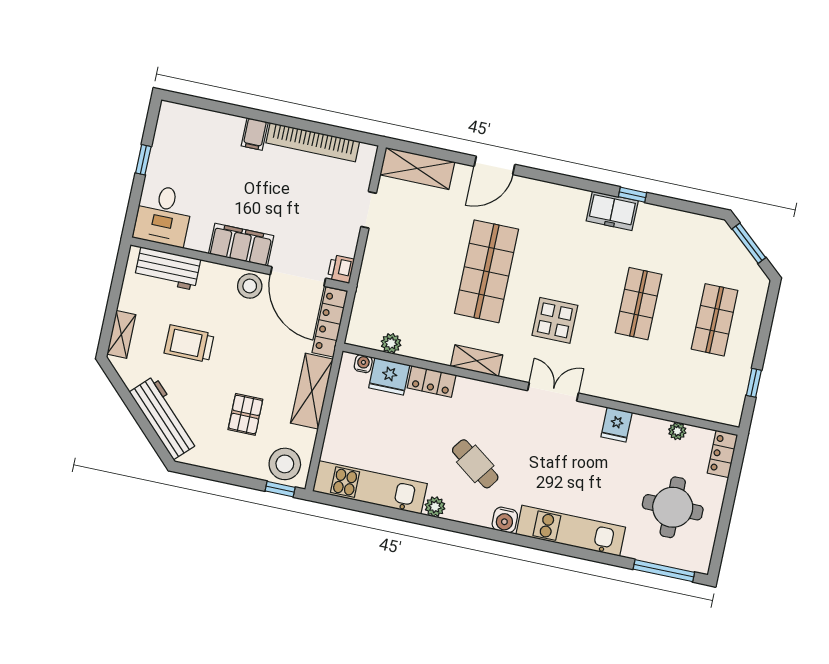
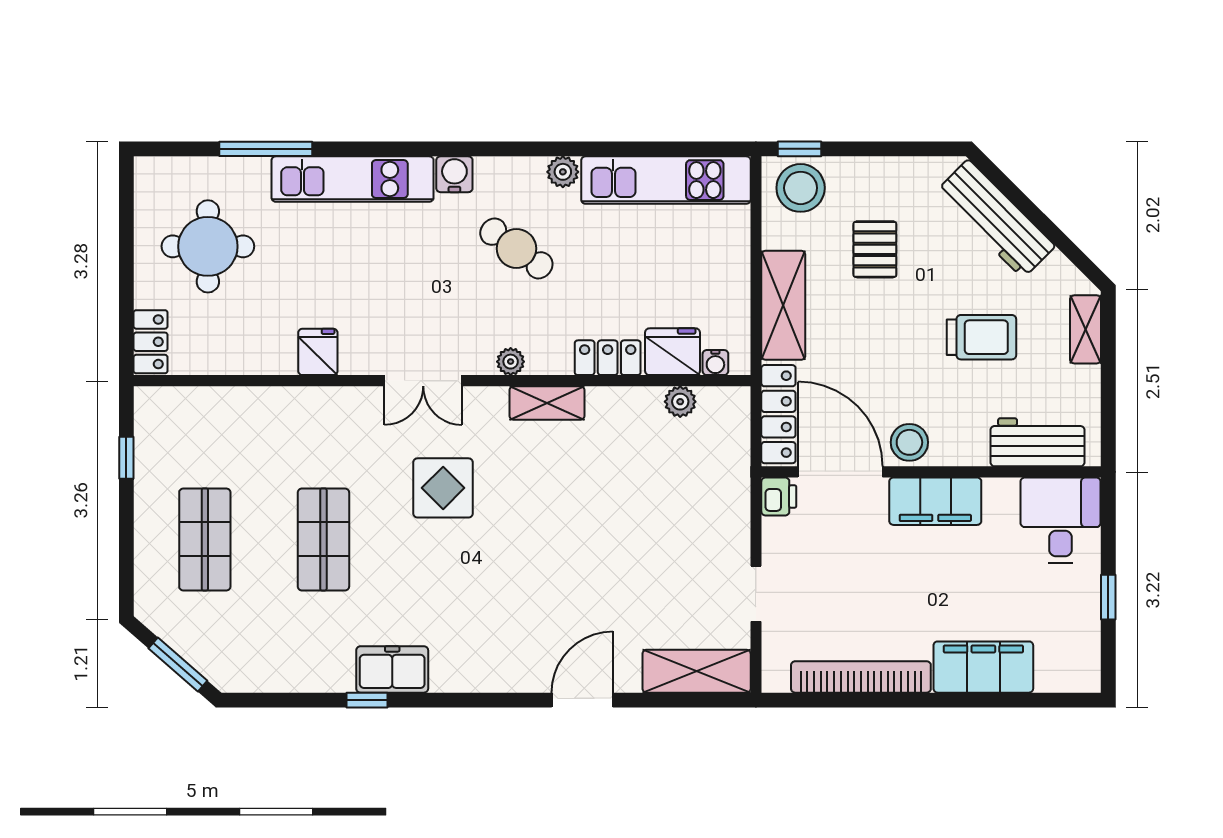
filing cabinet: (255, 134) -> (983, 667), width x3.00, depth x1.17
shop shelf: (486, 271) -> (561, 539), removed
plant: (677, 431) -> (511, 362), moved
window: (664, 571) -> (266, 149), moved

